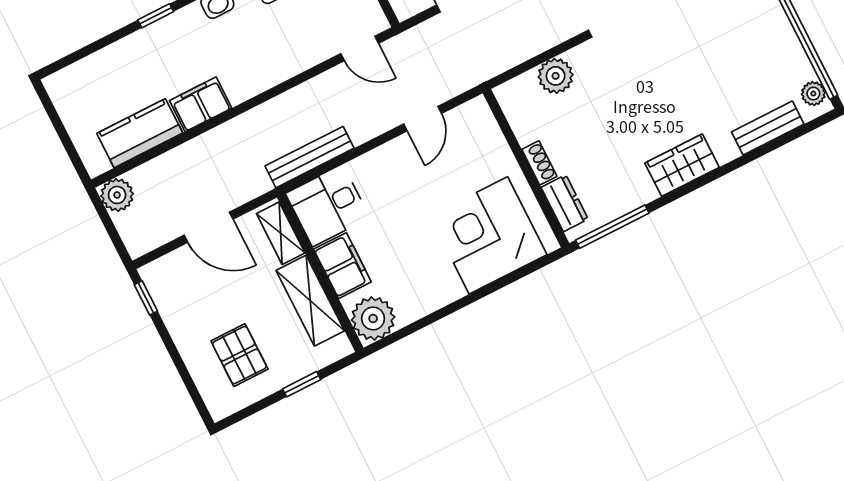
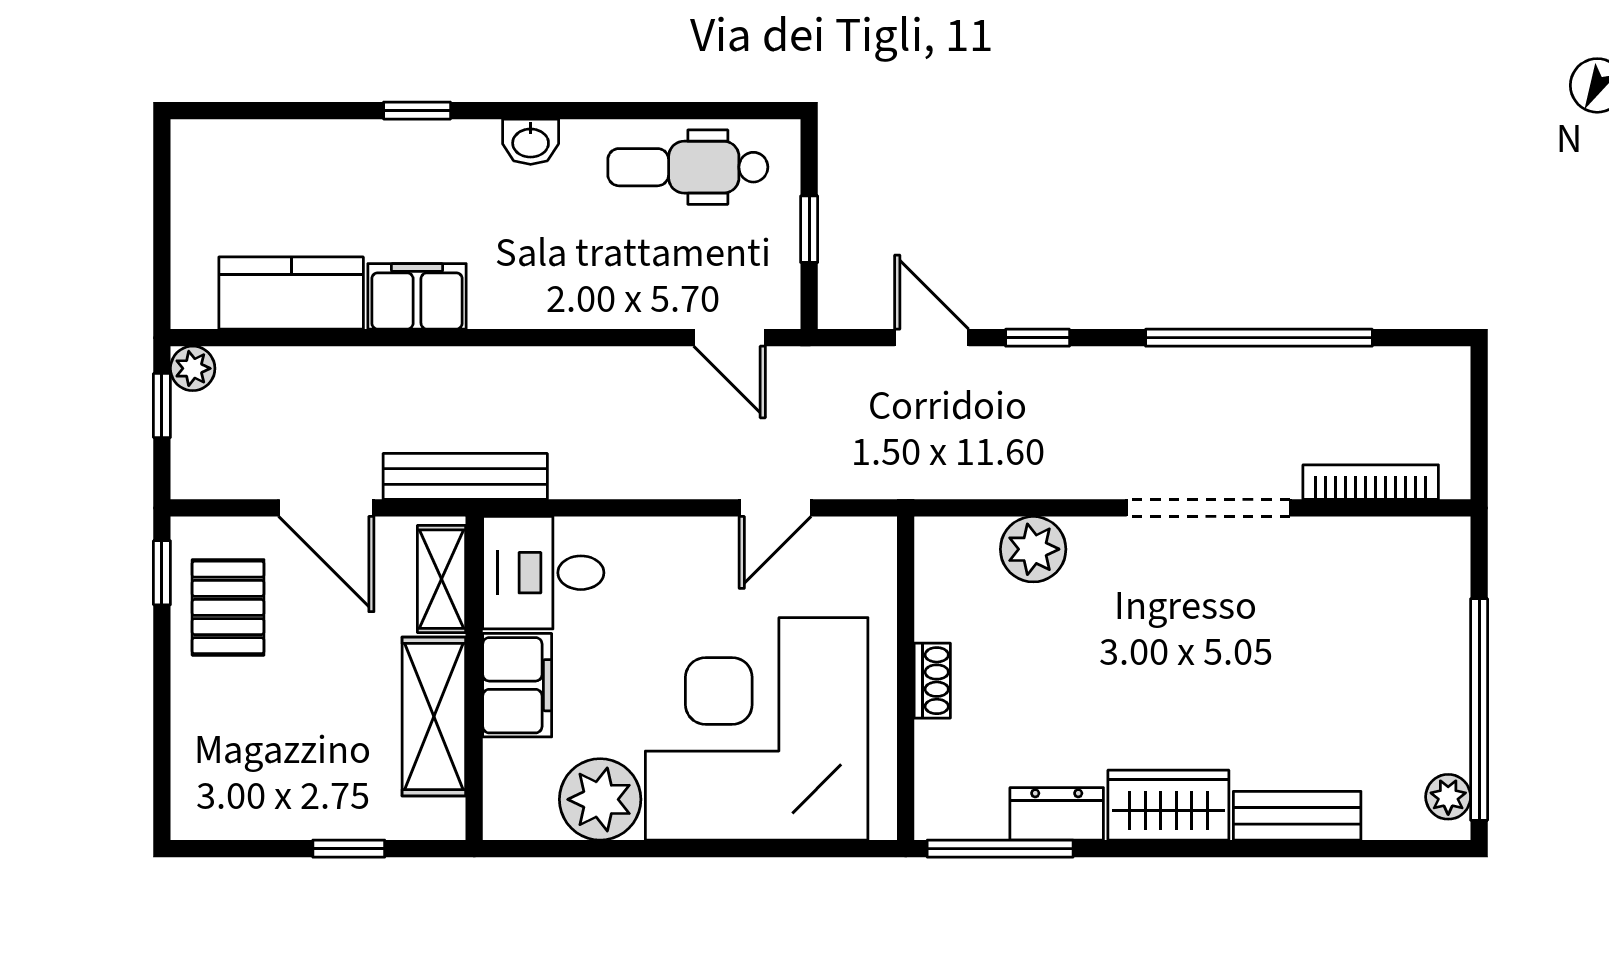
bench: (768, 128) -> (1297, 816), moved
bench: (310, 157) -> (465, 476), moved
plant: (117, 195) -> (193, 368), width x0.73, depth x0.73
dresser: (565, 203) -> (1057, 814), moved, turned -90
window: (105, 218) -> (162, 406), added
corner desk: (488, 235) -> (757, 729), width x1.36, depth x1.36
plant: (373, 318) -> (600, 799), moved
pallet: (239, 355) -> (228, 607), moved

